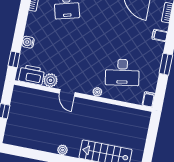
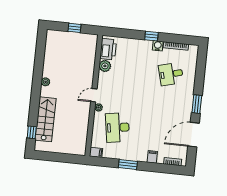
water cooler: (28, 42) -> (158, 46), moved
window: (14, 59) -> (151, 36), moved
door: (67, 93) -> (94, 95), moved

